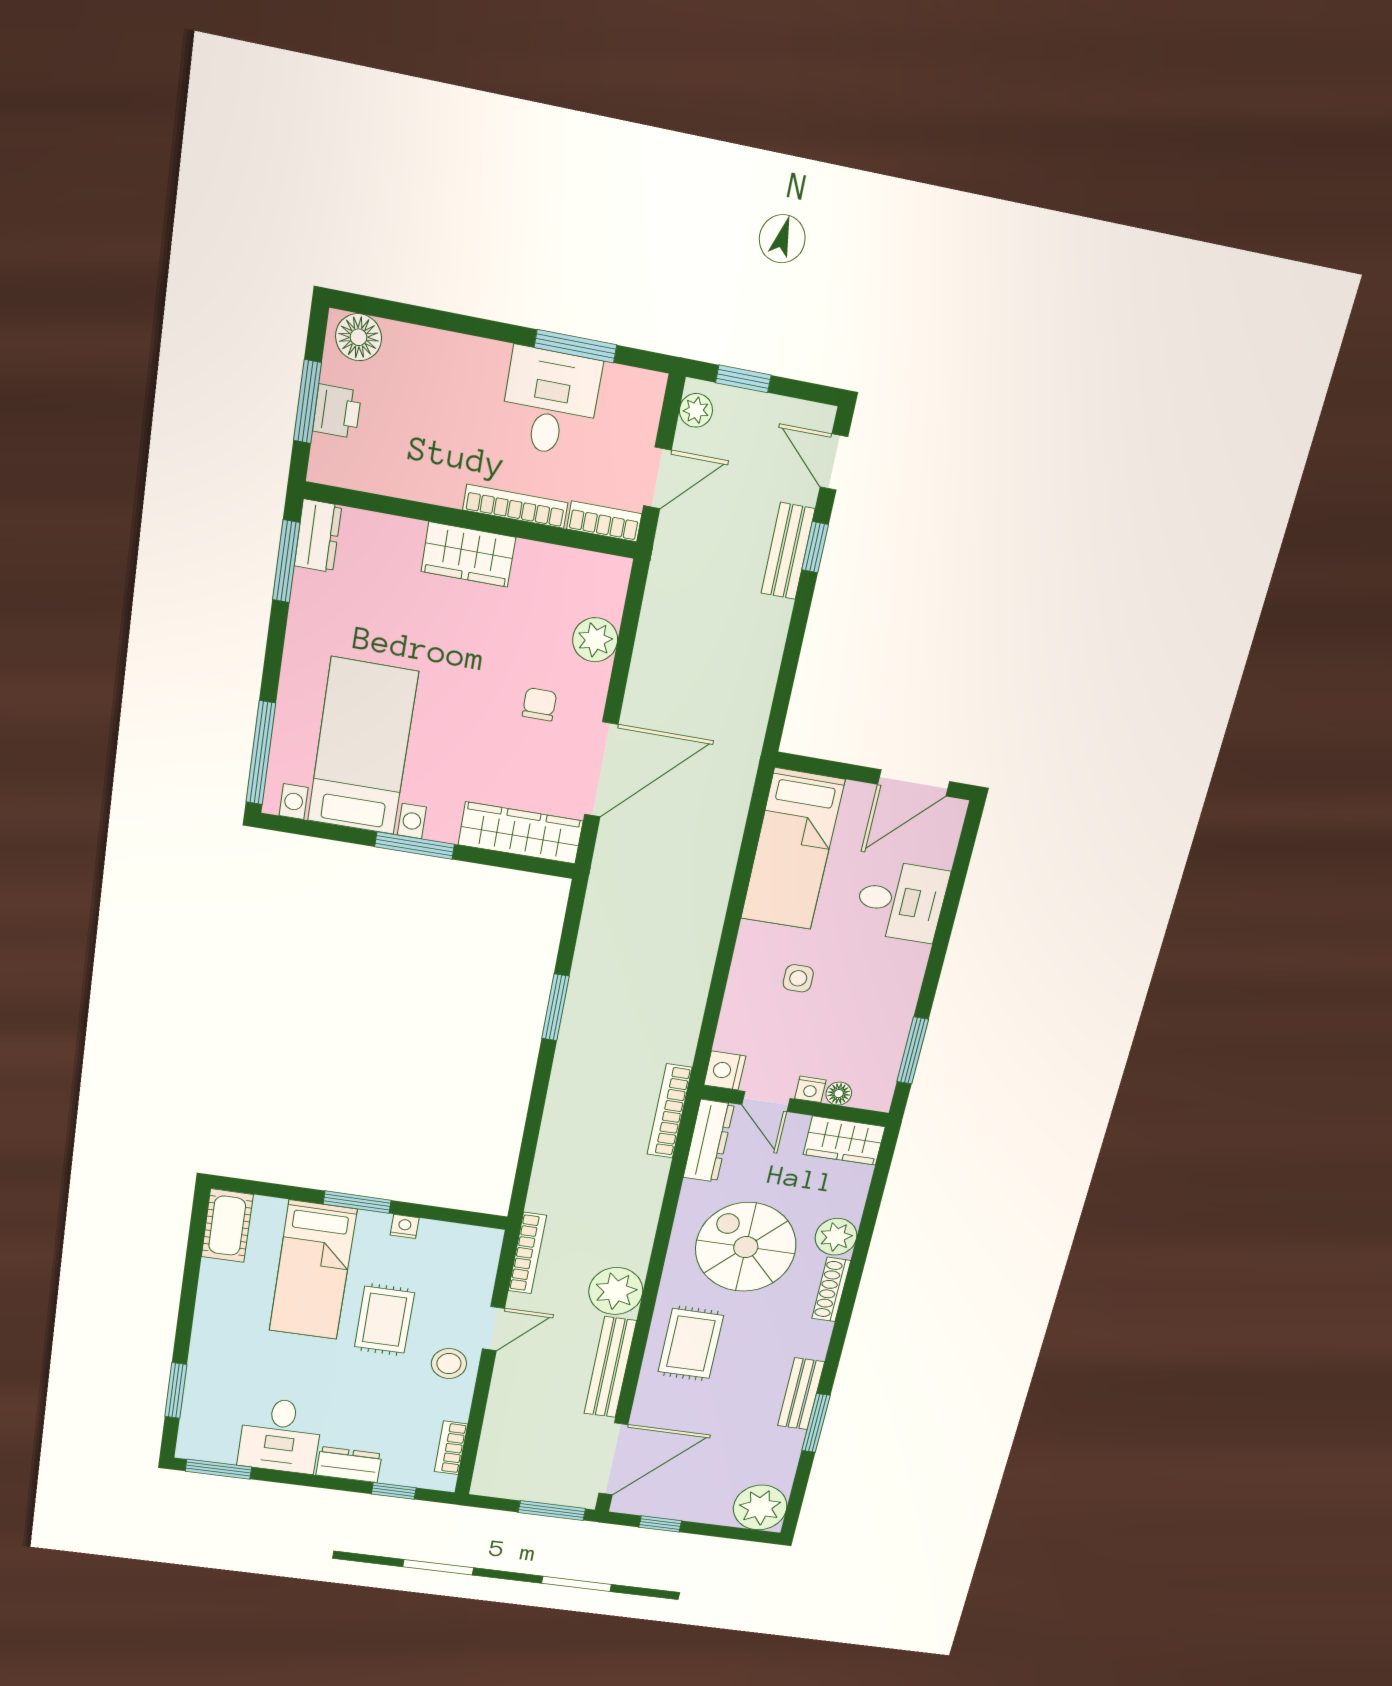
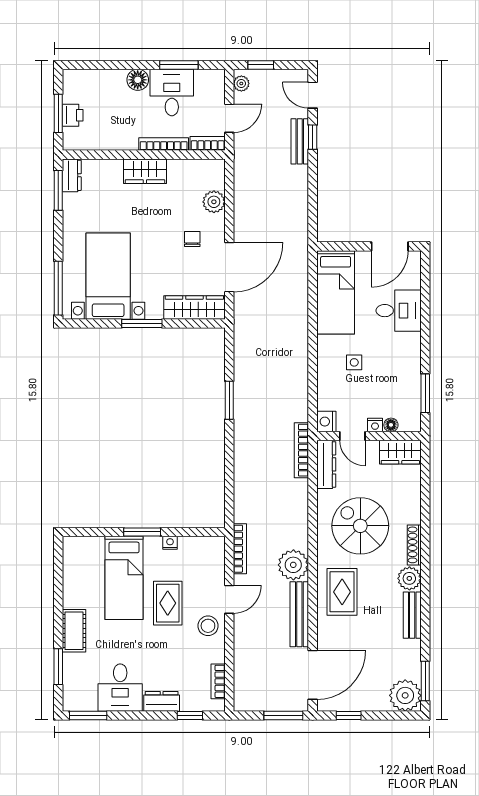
floor lamp: (359, 337) -> (138, 80), moved
cot: (227, 1226) -> (74, 631), moved
plant: (836, 1237) -> (409, 578), moved
window: (816, 1423) -> (425, 681), moved

